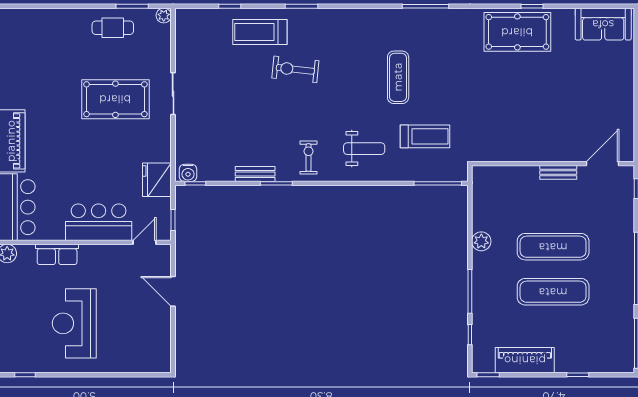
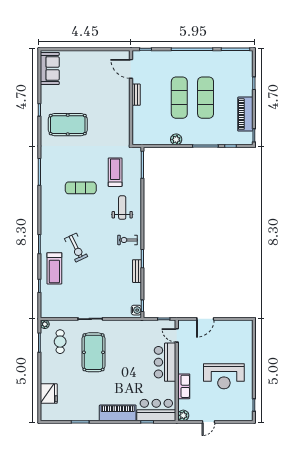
cafe table: (113, 28) -> (60, 342), moved
pool table: (517, 32) -> (68, 125), moved, turned 90
exercise bike: (295, 69) -> (76, 248), turned -32
fridge: (157, 180) -> (49, 394), moved, turned -90

